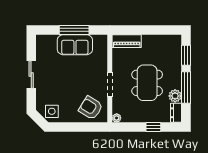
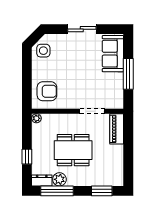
sofa: (75, 45) -> (113, 54), moved
doorway: (110, 85) -> (92, 111), moved
window: (186, 88) -> (57, 191), moved
armchair: (91, 108) -> (47, 91), turned 58

